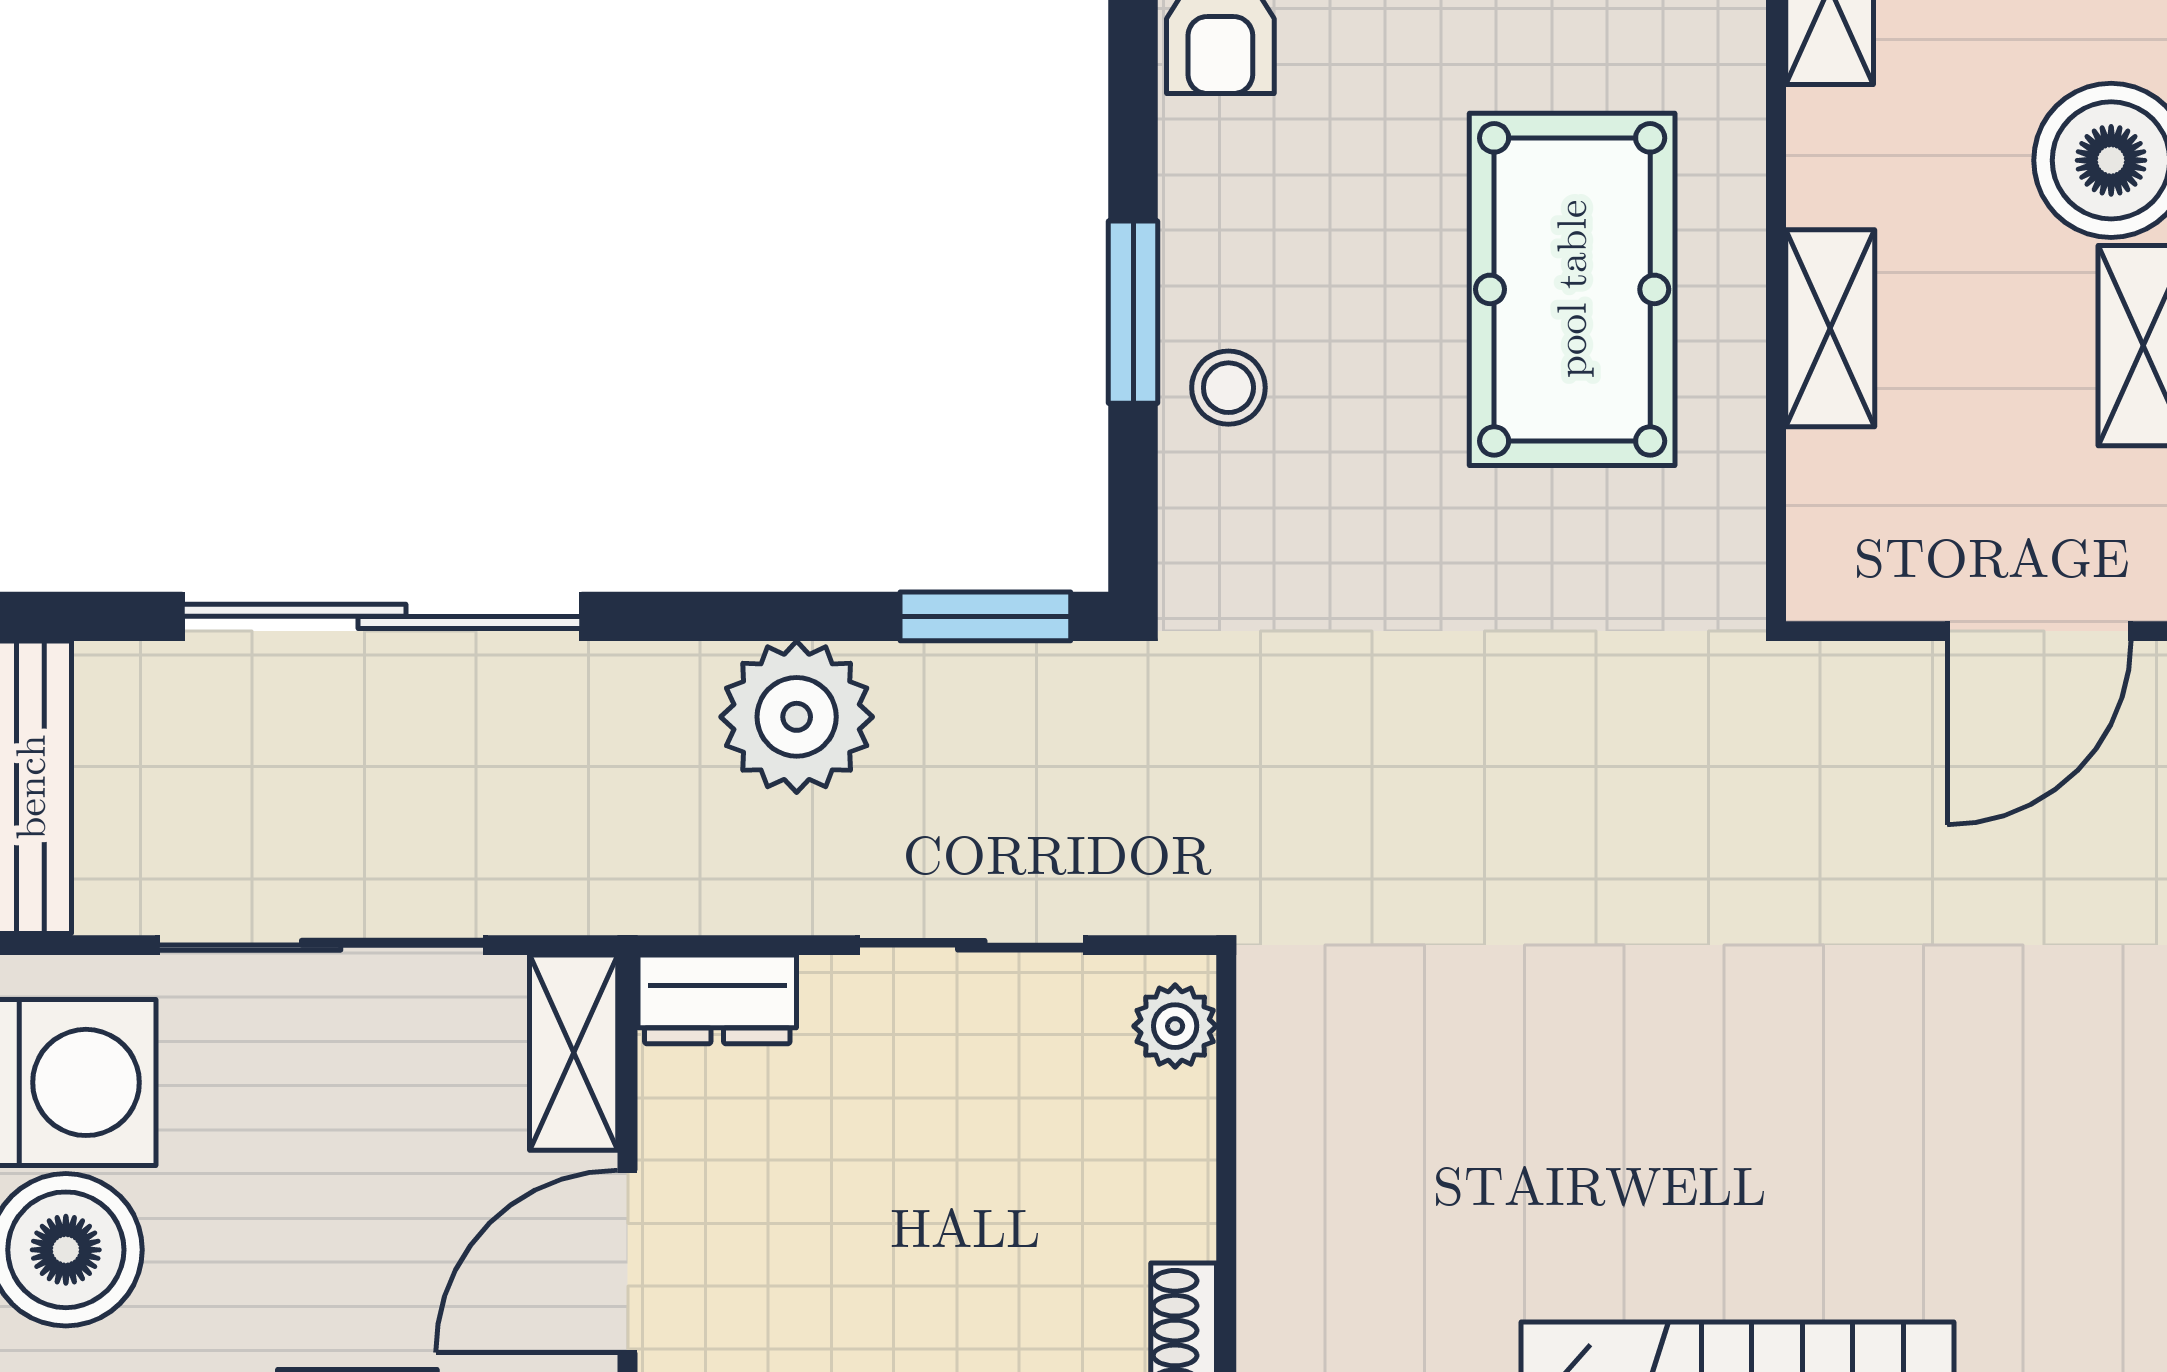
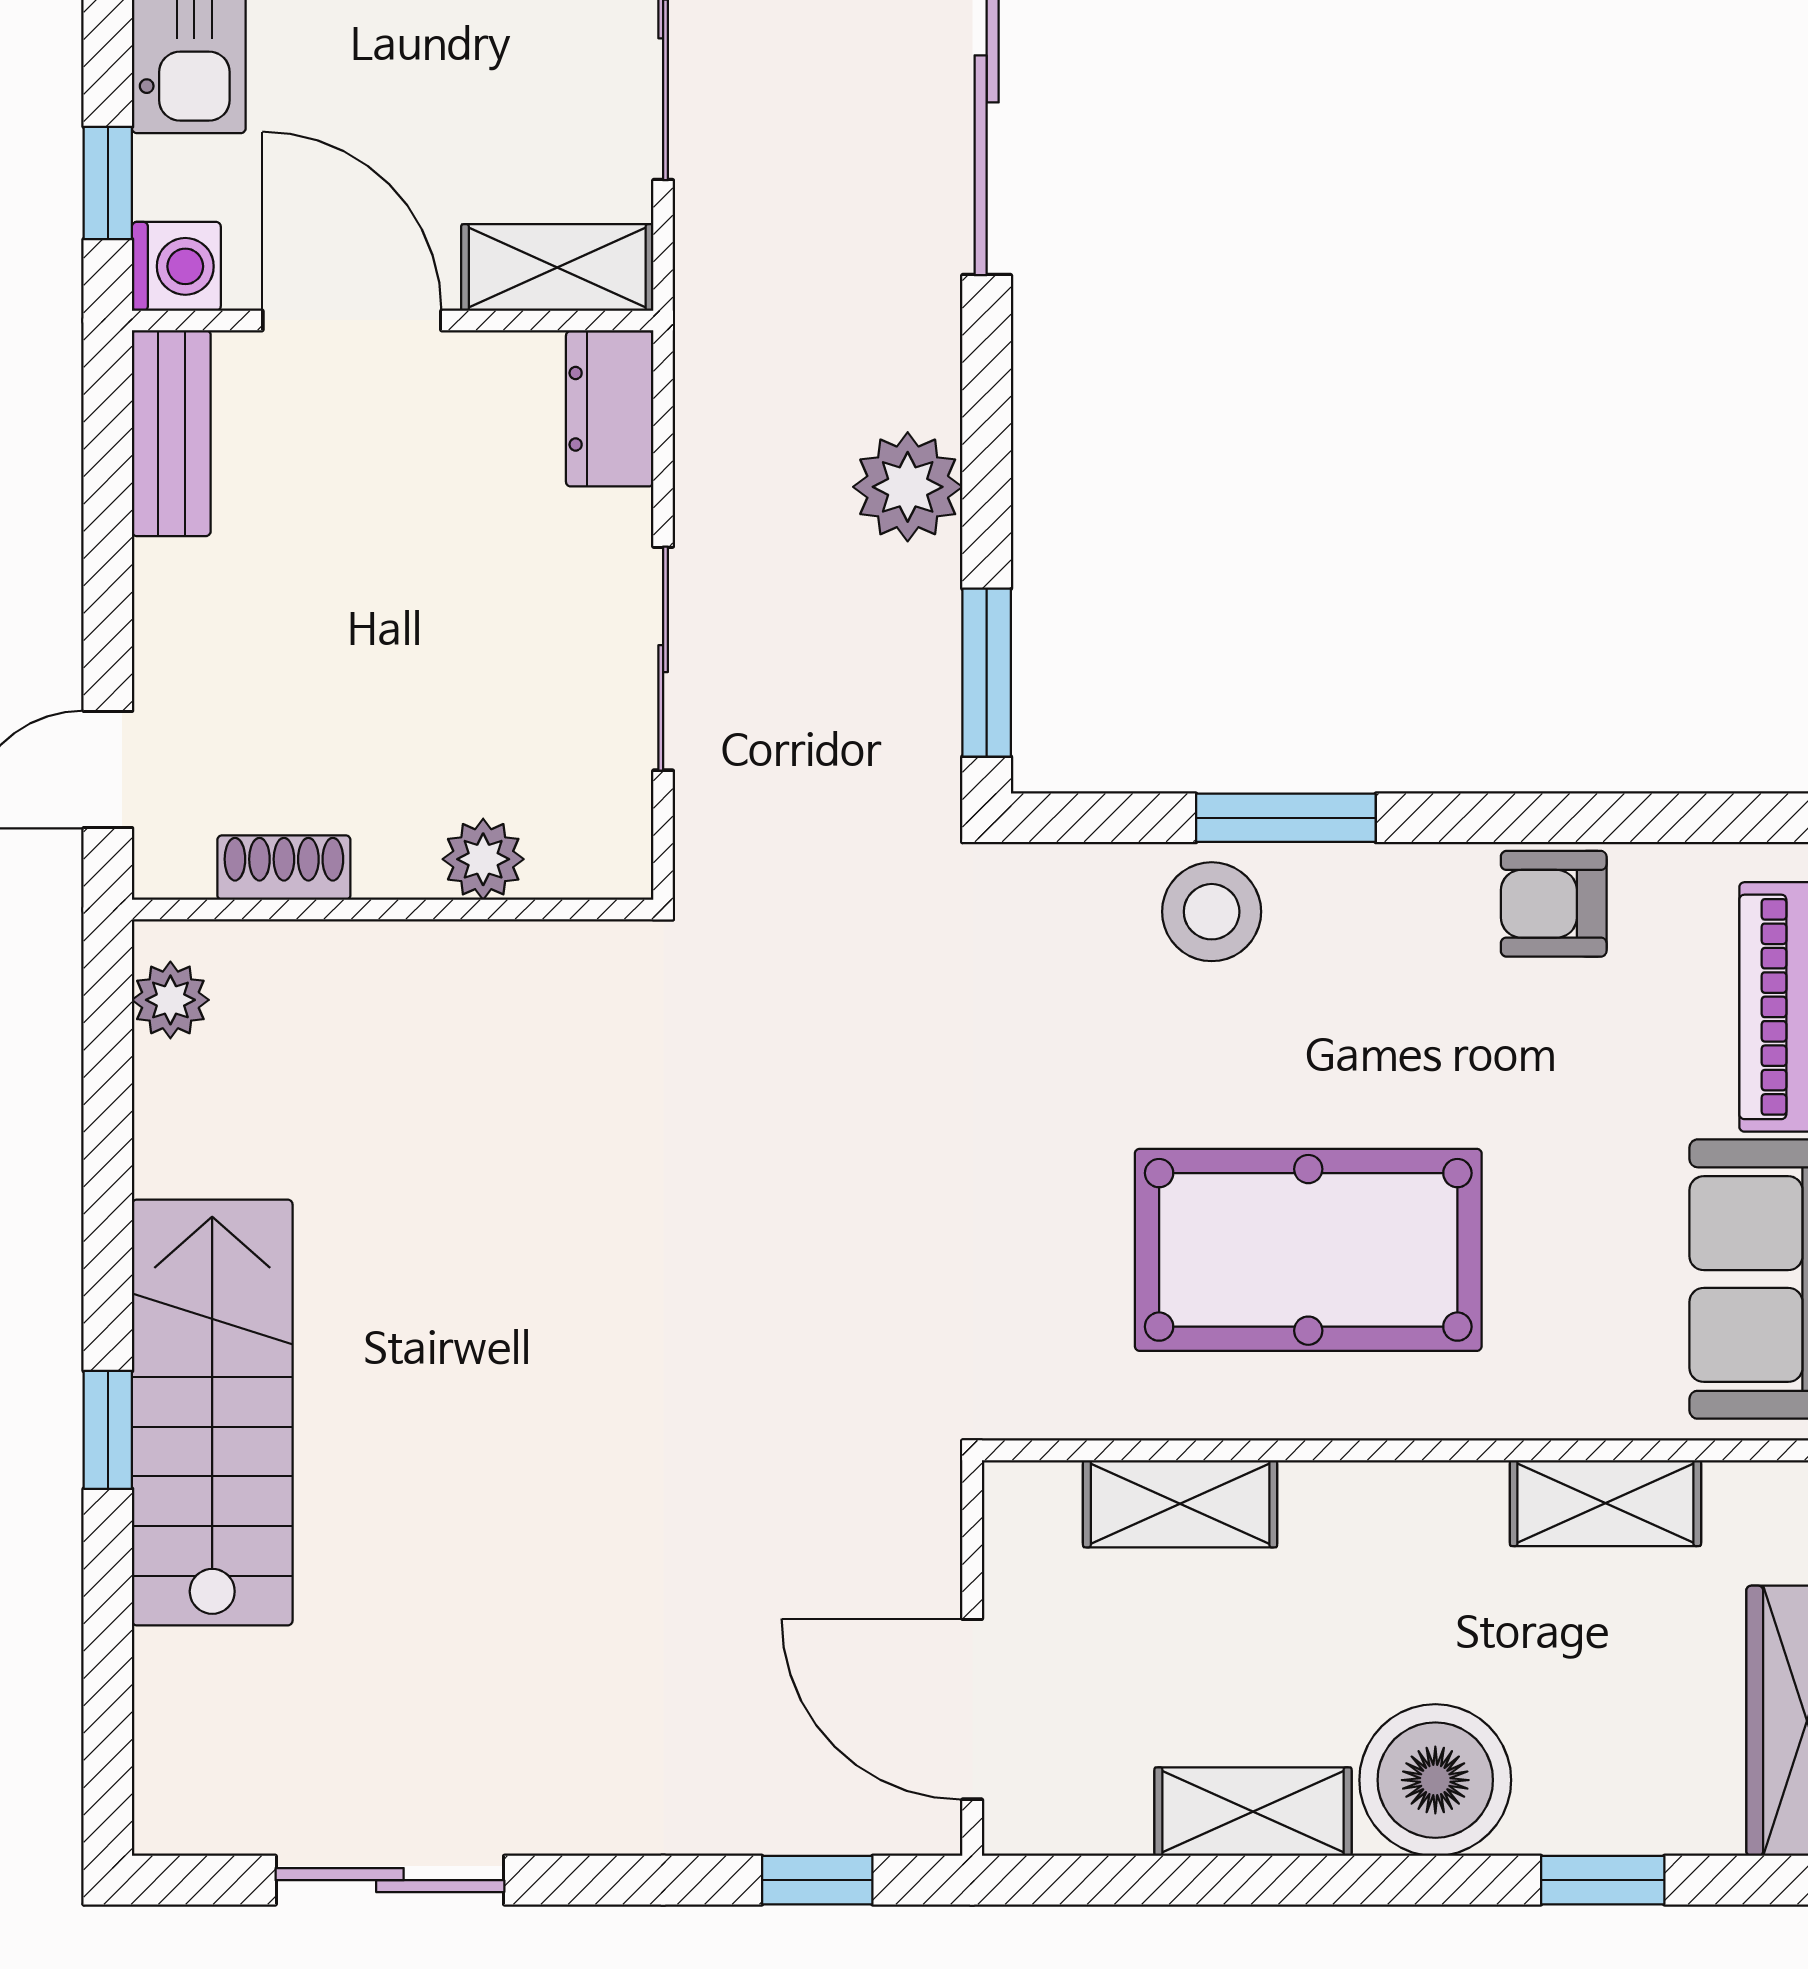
shelving: (1830, 328) -> (1180, 1504), moved
stool: (1228, 388) -> (1212, 912), width x1.37, depth x1.37
plant: (797, 717) -> (908, 487), width x0.73, depth x0.73
plant: (1175, 1026) -> (483, 859), moved

